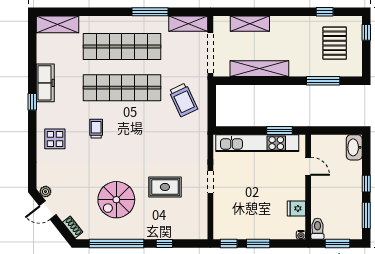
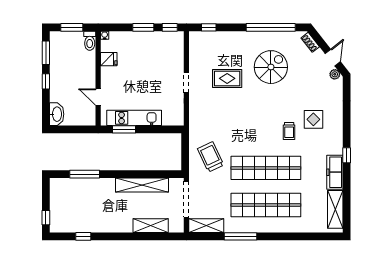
shelving: (58, 24) -> (335, 209), moved, turned 90
pallet: (335, 43) -> (74, 208), removed
display table: (55, 139) -> (313, 119), moved
kitchen unit: (257, 143) -> (134, 118), width x0.73
door: (48, 210) -> (333, 58), hinge flipped
window: (164, 244) -> (209, 27), moved

